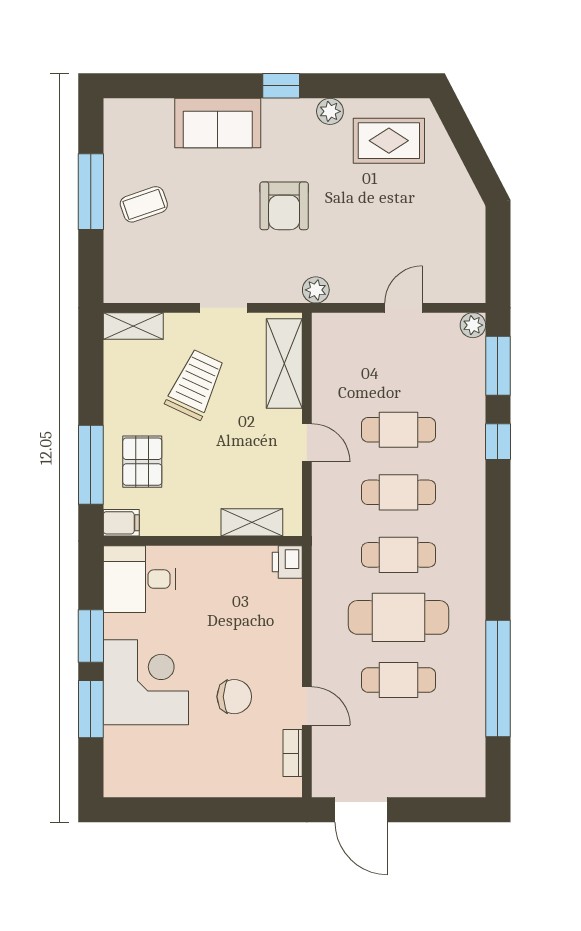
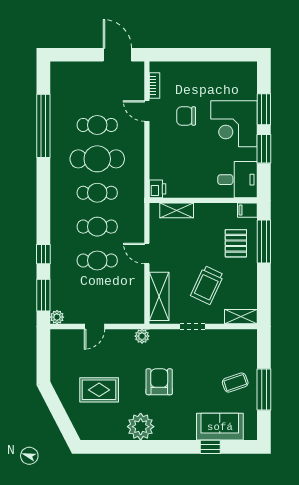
window: (281, 86) -> (210, 447), moved
plant: (330, 111) -> (141, 427), width x1.88, depth x1.88
sofa: (218, 123) -> (220, 427), moved
rug: (389, 141) -> (99, 390), moved

